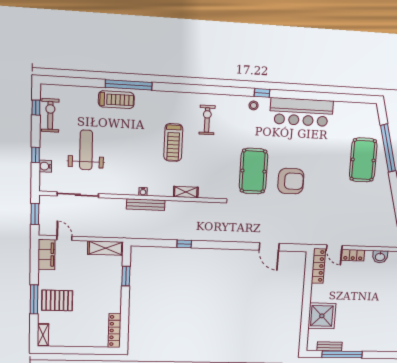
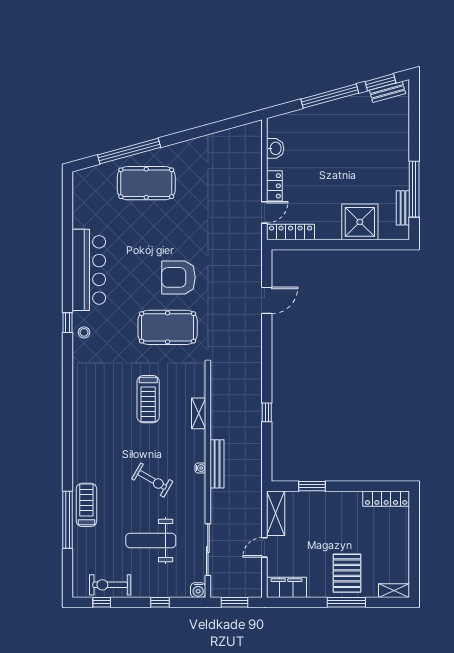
window: (129, 85) -> (68, 520), moved
exercise bike: (207, 120) -> (152, 480), moved, turned -150
treadmill: (173, 142) -> (148, 399), moved, turned 90
water cooler: (45, 166) -> (198, 590), moved
armchair: (291, 181) -> (178, 277), turned -90
door: (64, 238) -> (264, 547), moved

